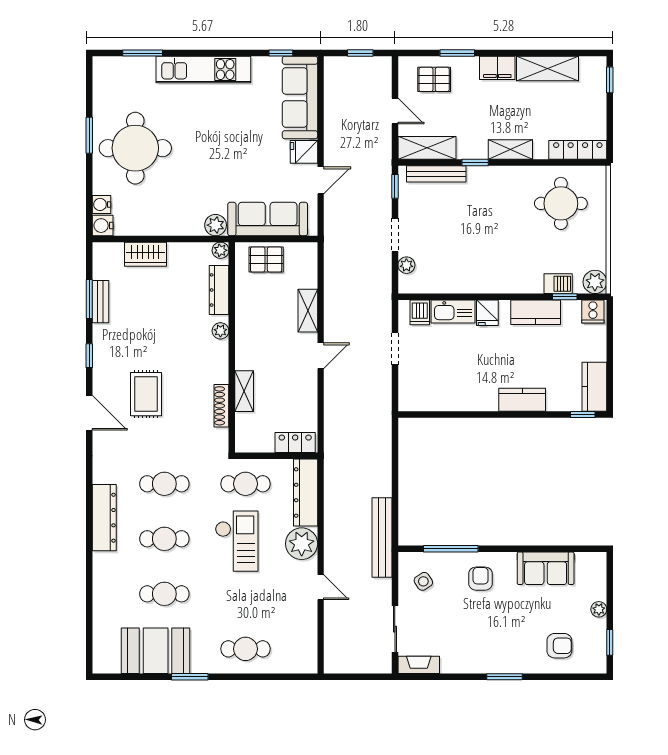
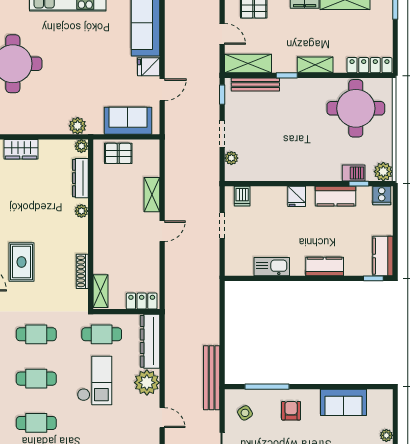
round table: (561, 203) -> (356, 108), width x1.36, depth x1.36
sofa: (268, 219) -> (128, 121), width x0.73
kitchen sink: (453, 311) -> (272, 267), moved, turned 180
shelving: (244, 391) -> (101, 291), moved

